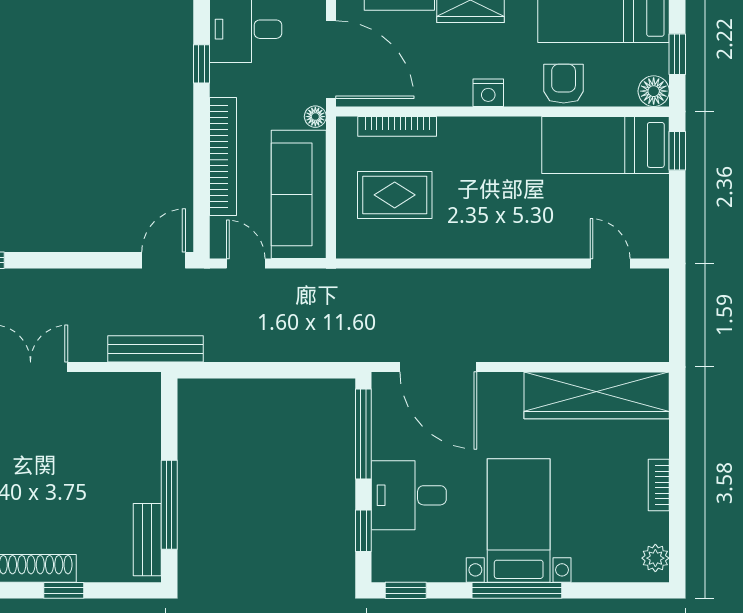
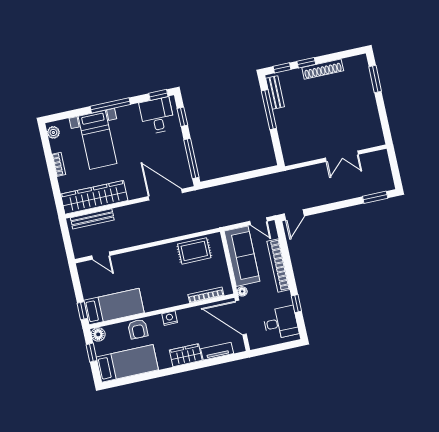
rug: (395, 195) -> (194, 251), moved
bench: (155, 349) -> (92, 219), moved
desk: (409, 495) -> (157, 116), moved, turned -90
bed with nightstands: (519, 520) -> (98, 140), moved
window: (120, 590) -> (282, 68), added

